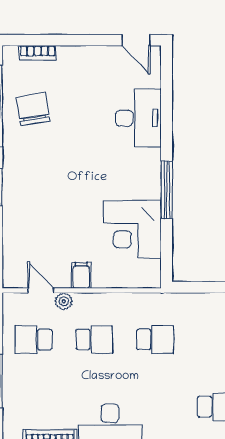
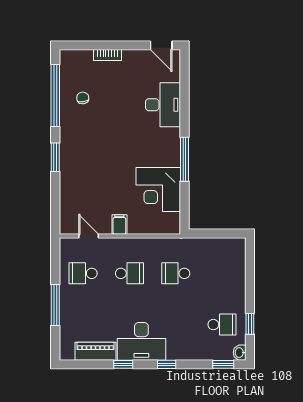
bookcase: (38, 53) -> (107, 55), moved
chair: (33, 109) -> (83, 98), width x0.54, depth x0.54
plant: (64, 301) -> (106, 244), removed
school desk: (155, 340) -> (176, 273), turned 180

